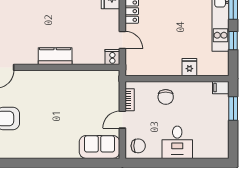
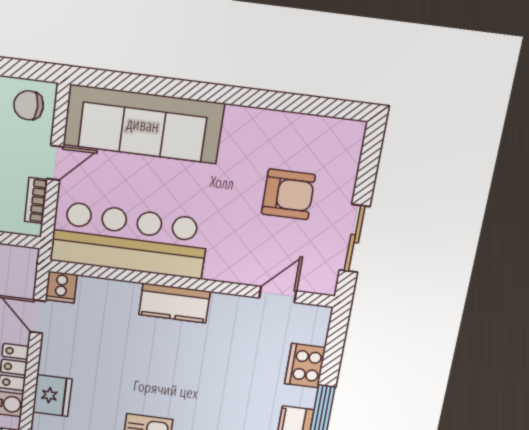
bar counter: (82, 86) -> (129, 240), added
sofa: (99, 147) -> (143, 124), width x1.85, depth x1.27

